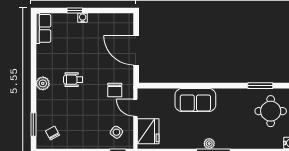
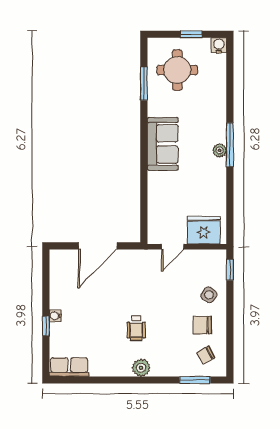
chair: (115, 90) -> (202, 325), moved, turned 180
sofa: (195, 100) -> (163, 144), moved
side table: (116, 132) -> (209, 295), moved

